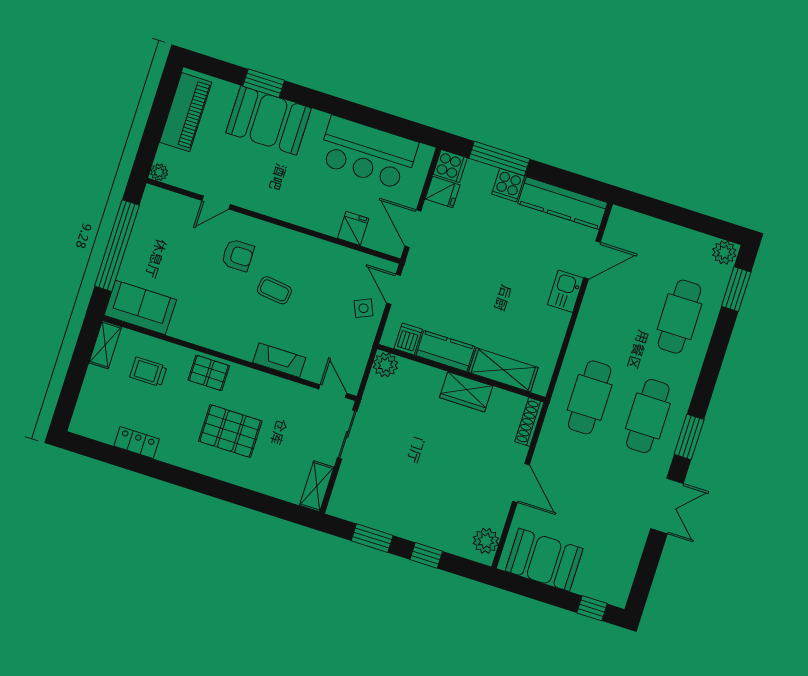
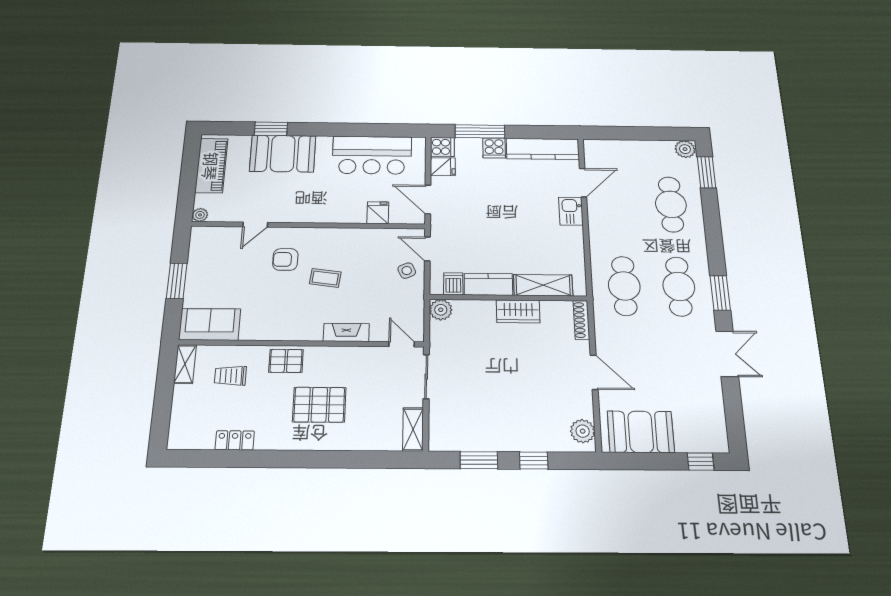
window: (117, 246) -> (177, 281), width x0.47
armchair: (238, 255) -> (285, 259), turned 180

